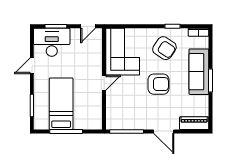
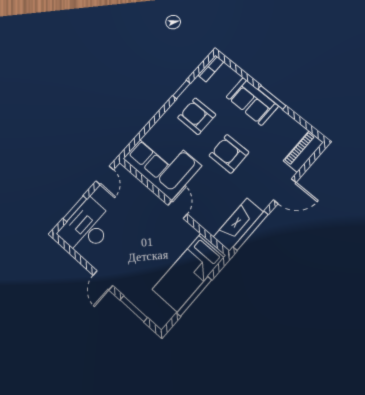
armchair: (164, 48) -> (197, 116), turned -124
door: (32, 66) -> (103, 280), moved
sofa: (199, 72) -> (252, 101), width x0.73
armchair: (158, 84) -> (229, 154), turned -91
bed: (61, 104) -> (189, 272), moved, turned -90
fireplace: (124, 122) -> (238, 224), added

